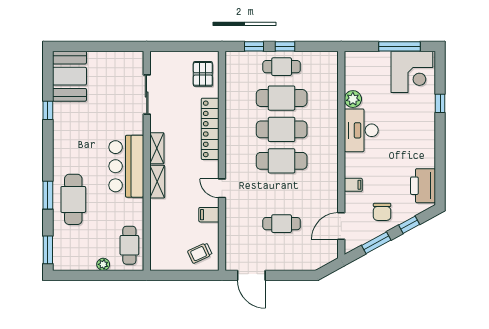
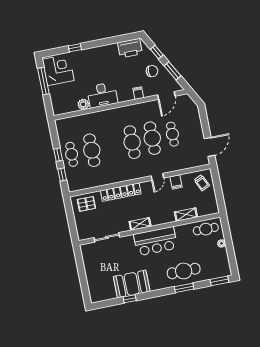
booth: (69, 76) -> (132, 284), moved
cafe table: (282, 129) -> (152, 138), moved
shelving: (157, 182) -> (186, 214), moved
door: (341, 226) -> (166, 96), hinge flipped

